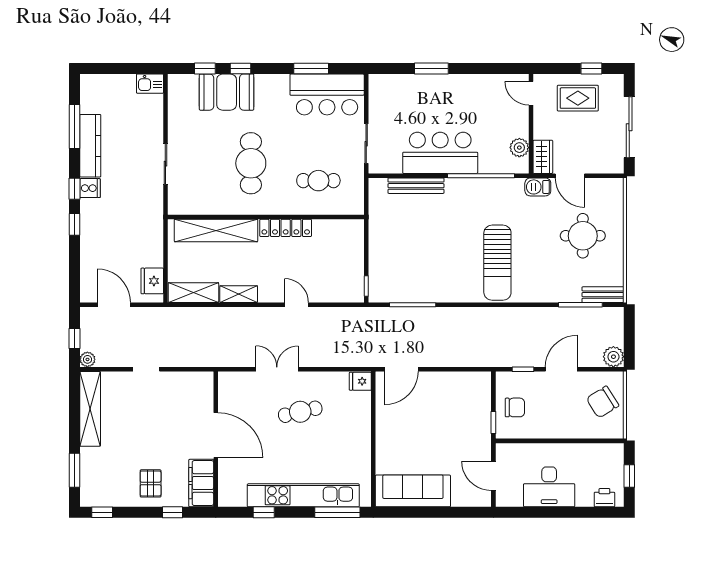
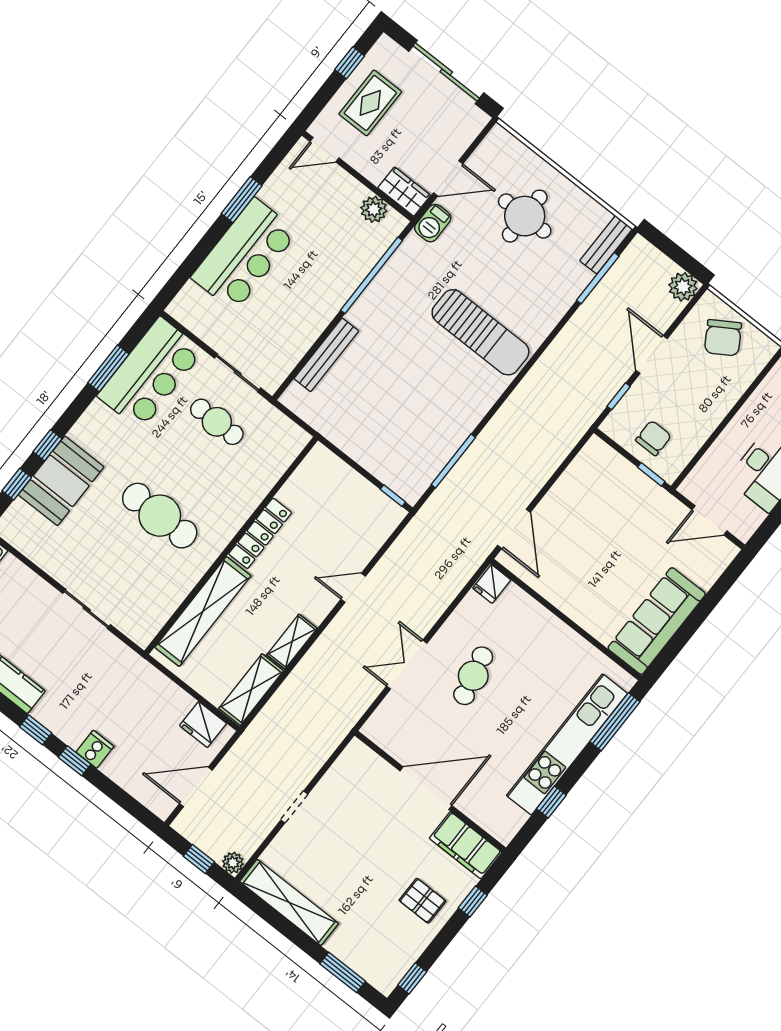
window: (431, 69) -> (242, 200), moved
bar counter: (440, 153) -> (244, 255), moved, turned 180
cafe table: (318, 181) -> (217, 422), moved, turned 90
cooker: (90, 188) -> (95, 749), moved

